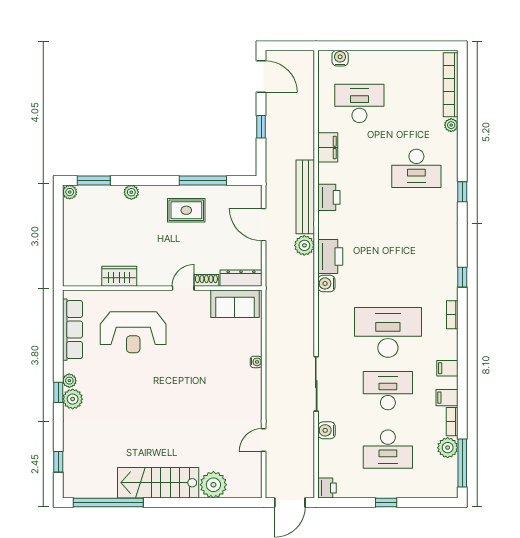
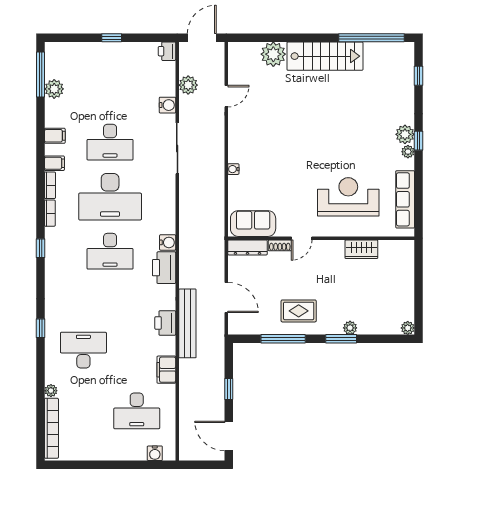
window: (94, 180) -> (341, 339), moved
plant: (304, 245) -> (188, 85), moved
bookcase: (452, 422) -> (50, 185), moved
desk: (388, 449) -> (110, 251), moved, turned 180

